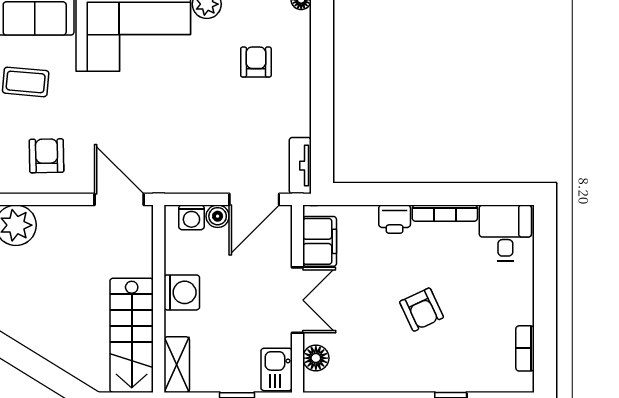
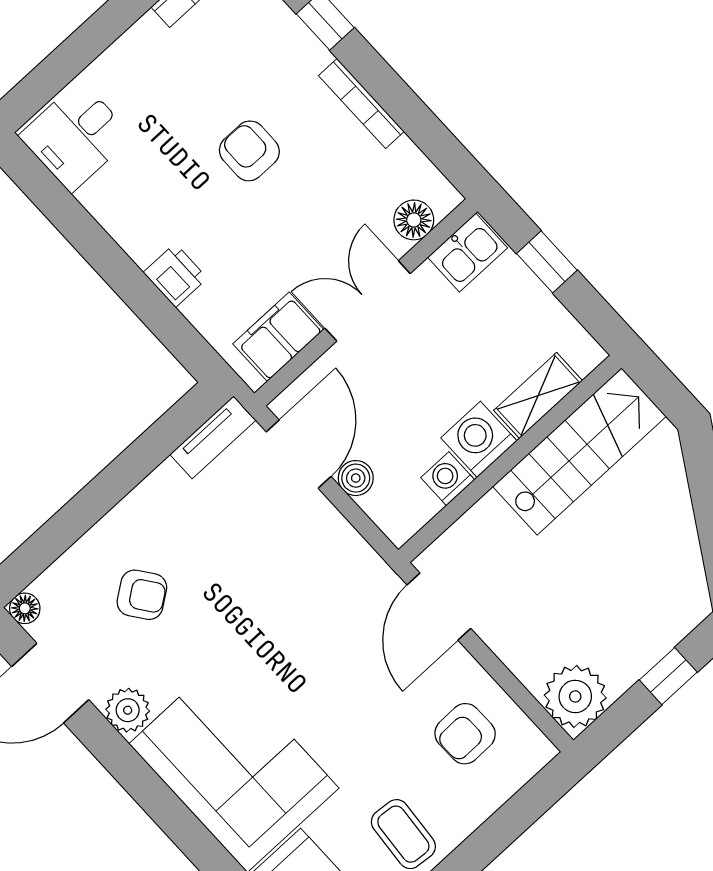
armchair: (256, 62) -> (142, 595), turned -126
door: (254, 199) -> (299, 454), hinge flipped
bookcase: (445, 213) -> (361, 103), moved, turned 180
washing machine: (191, 217) -> (448, 479), moved, turned -90
armchair: (422, 310) -> (249, 151), turned -65
shelving: (177, 365) -> (538, 396), moved

